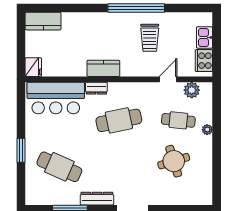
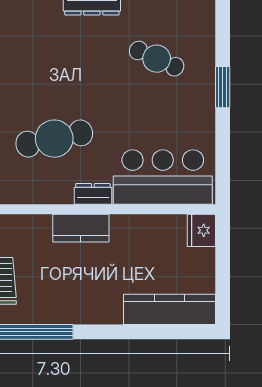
kitchen counter: (43, 21) -> (169, 309), width x1.50
cafe table: (59, 167) -> (157, 59), width x0.73, depth x0.74

